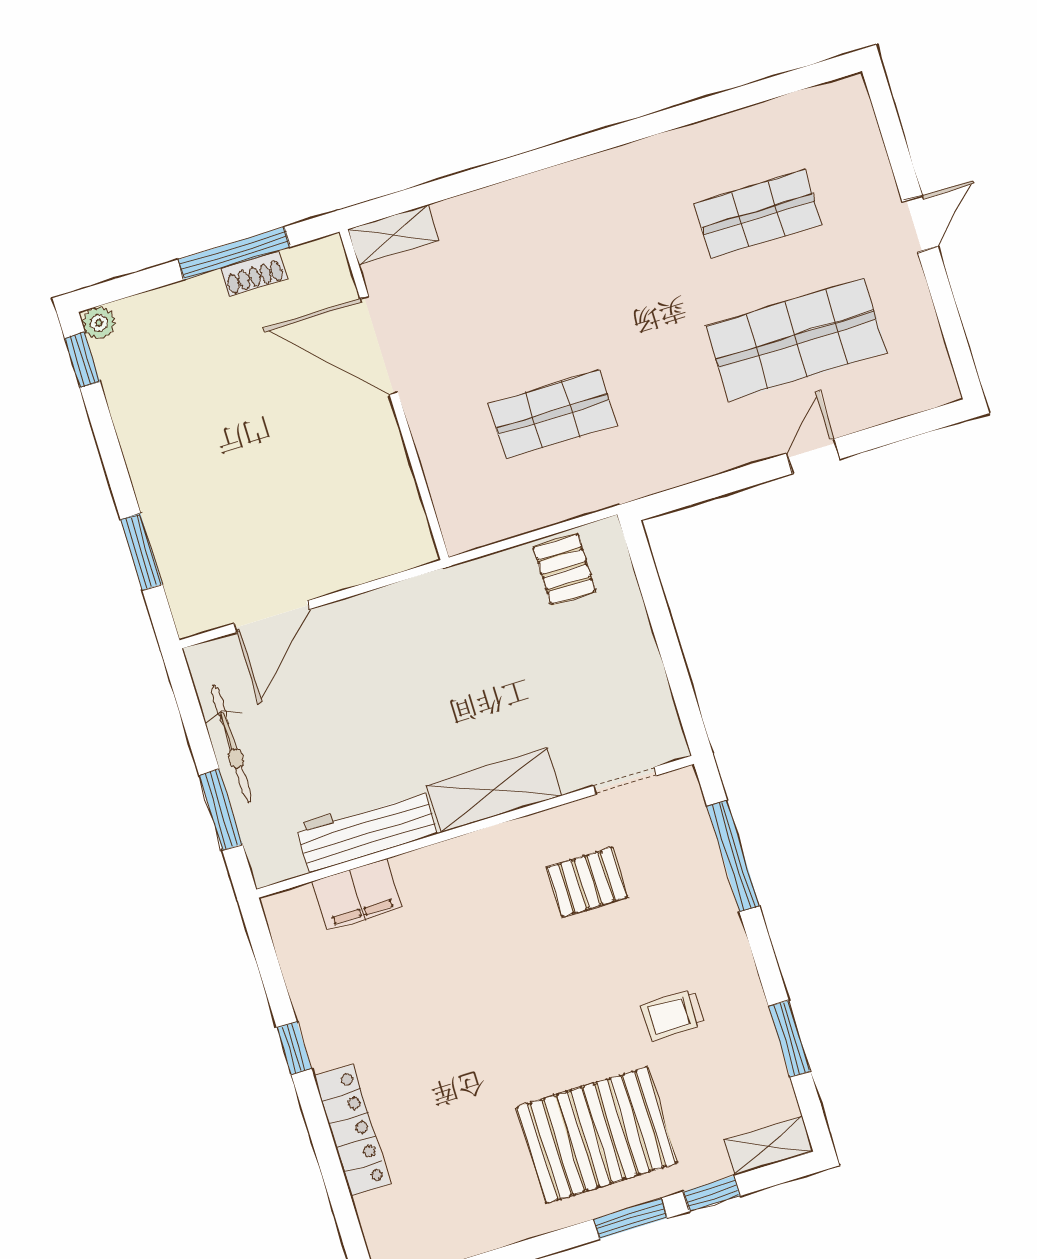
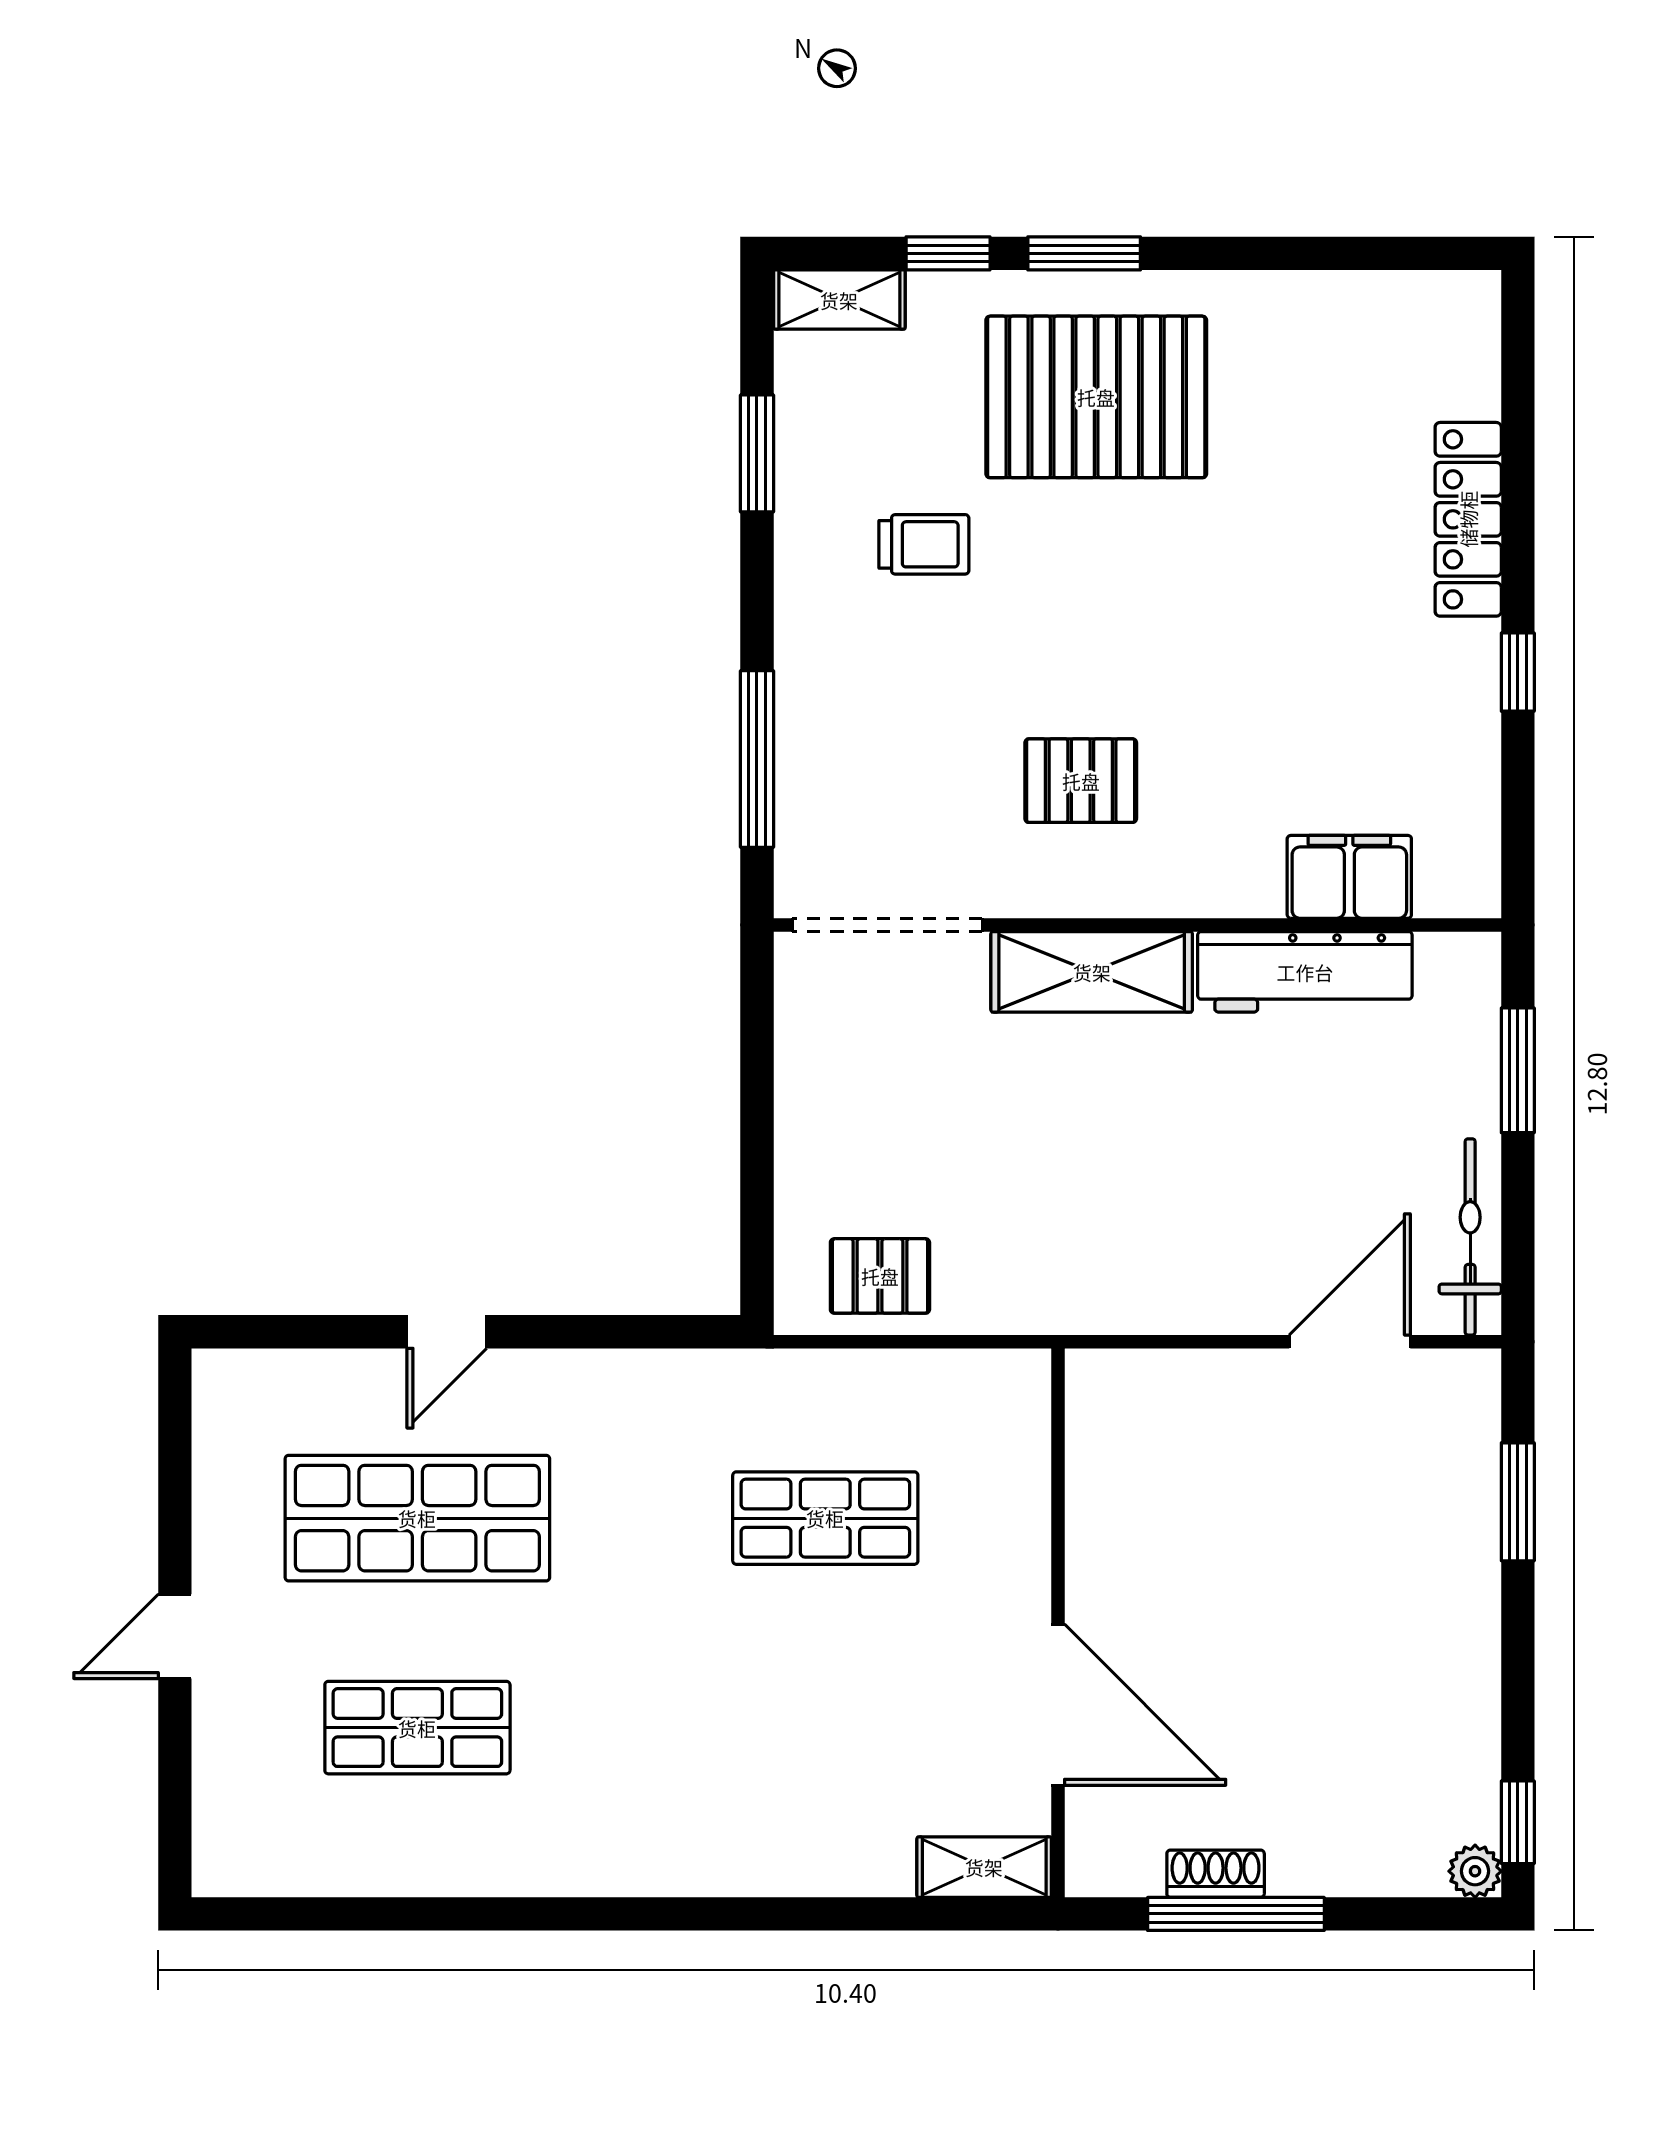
pallet: (564, 569) -> (880, 1276), turned 90
bicycle: (232, 744) -> (1470, 1237), moved
doorway: (625, 781) -> (887, 925), width x1.88
pallet: (587, 882) -> (1081, 781), moved

